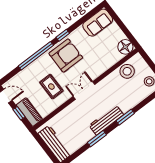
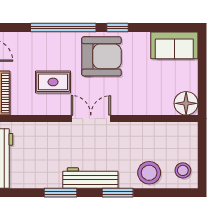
stool: (127, 71) -> (149, 173), moved
rug: (51, 87) -> (53, 82), turned 90

